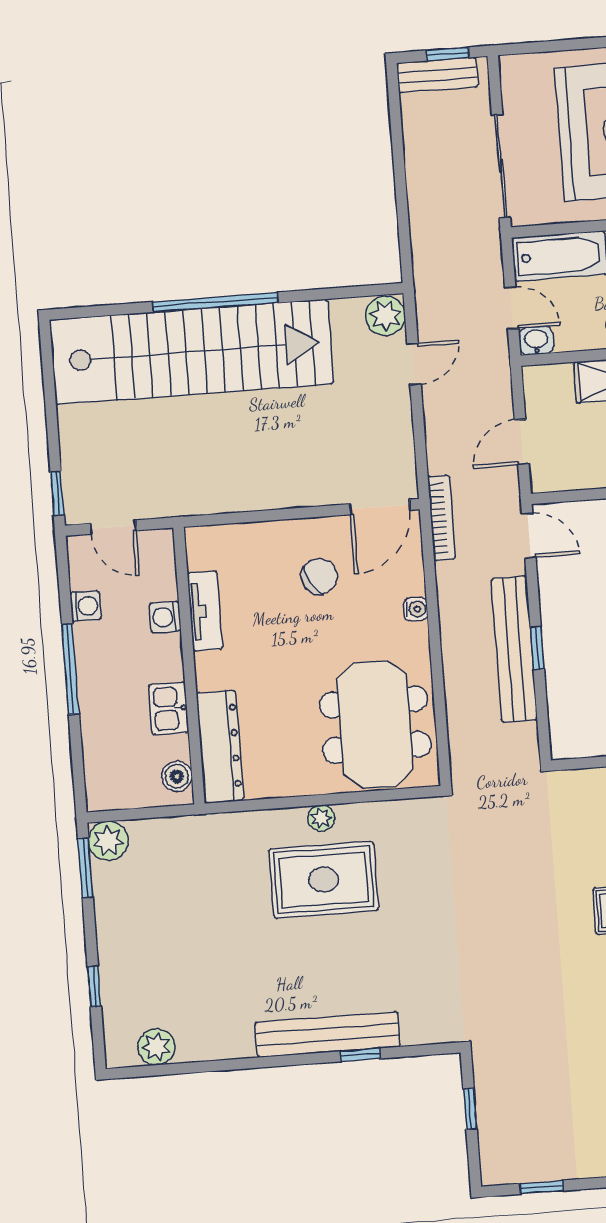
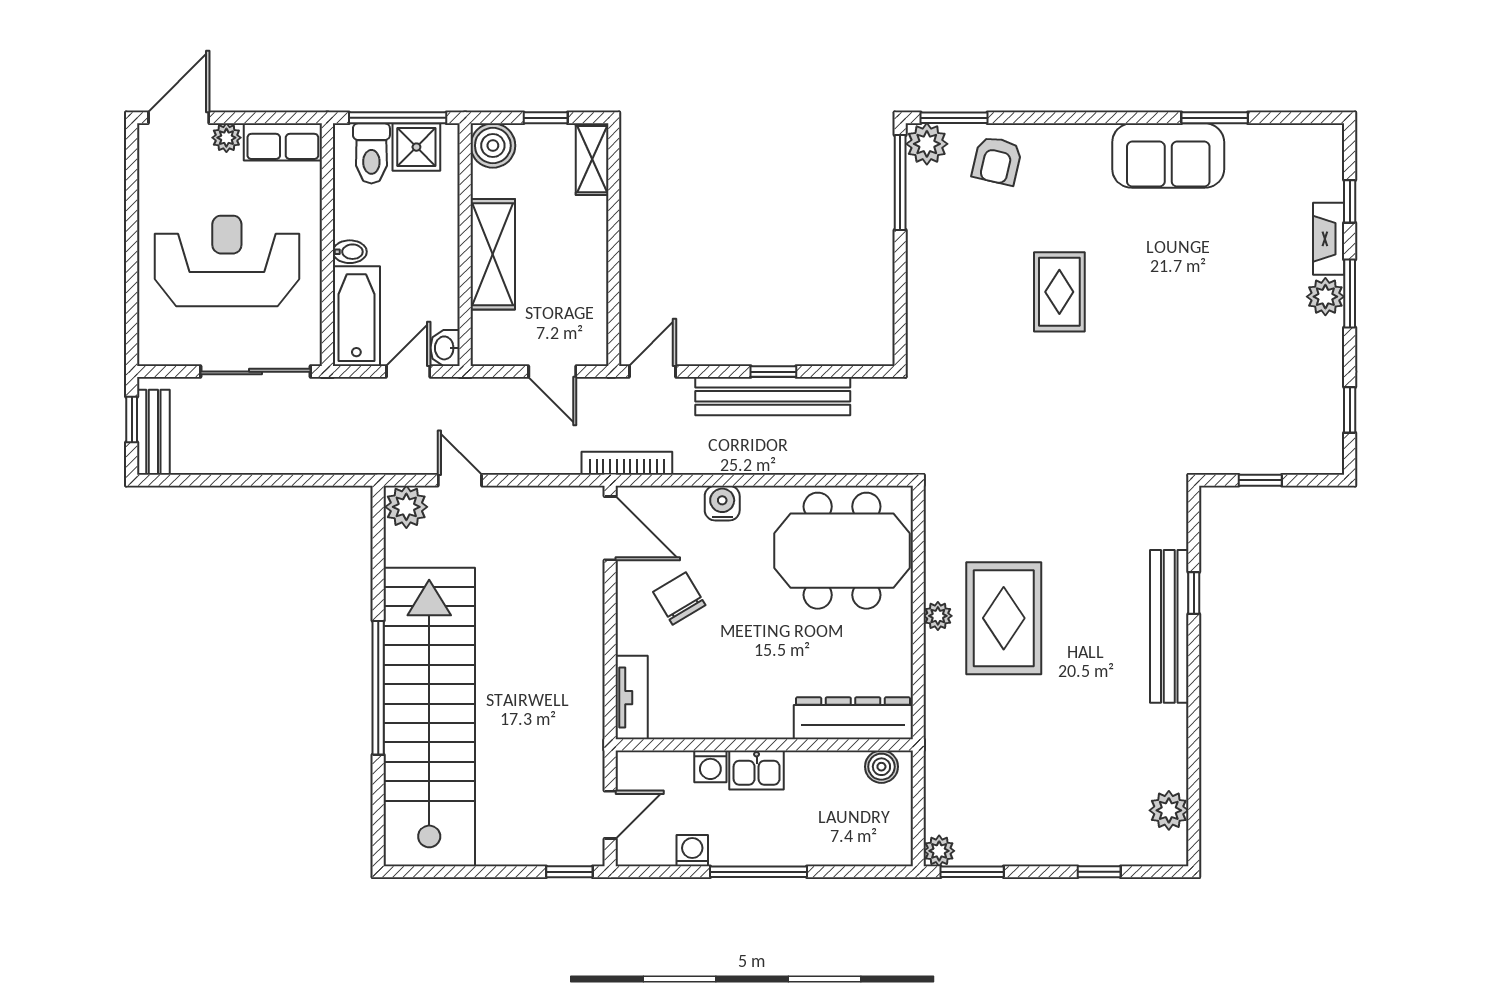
water cooler: (416, 609) -> (722, 503), width x1.38, depth x1.38
tv unit: (205, 611) -> (632, 698), moved, turned 90
kitchen sink: (169, 708) -> (757, 770), moved
plant: (108, 841) -> (939, 851), width x0.73, depth x0.73

